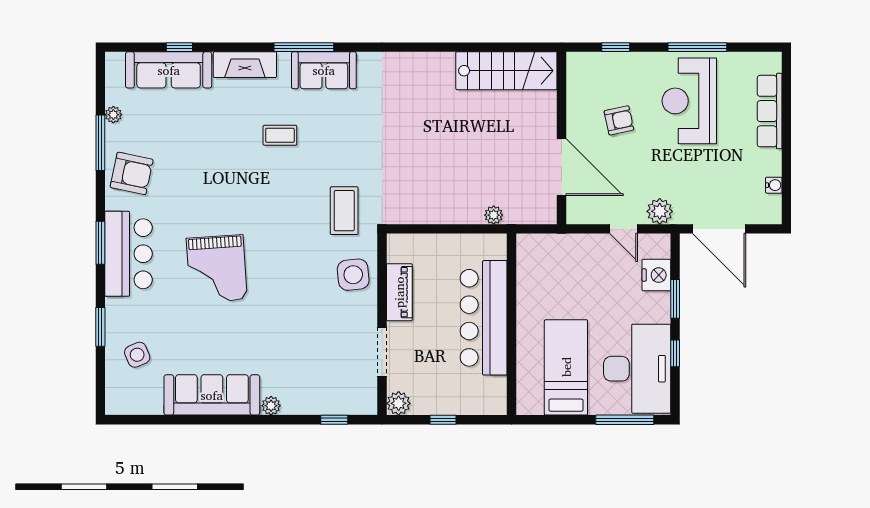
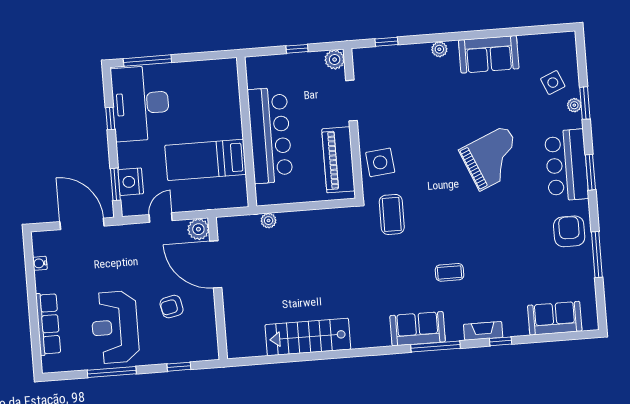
window: (179, 47) -> (501, 341), moved
fireplace: (245, 65) -> (483, 331), width x0.73, depth x0.76
sofa: (169, 70) -> (555, 318), width x0.73
stairs: (506, 71) -> (308, 337), moved
reception desk: (689, 101) -> (115, 327), turned 180
plant: (113, 115) -> (574, 105), moved
armchair: (132, 173) -> (569, 231), turned 78
plant: (660, 211) -> (198, 229), moved
door: (624, 229) -> (161, 218), hinge flipped
grand piano: (217, 269) -> (493, 158), turned 71
piano: (399, 292) -> (338, 160), width x1.37, depth x1.33
window: (675, 299) -> (115, 184), moved
bed: (566, 367) -> (206, 160), moved, turned 90
sofa: (212, 395) -> (489, 54), width x0.73

